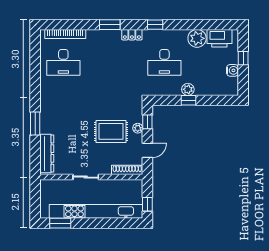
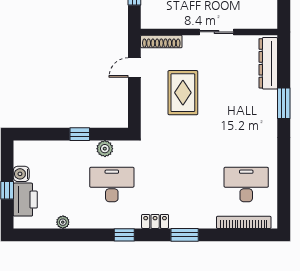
plant: (197, 38) -> (63, 222), width x0.53, depth x0.53
printer: (219, 38) -> (25, 200), moved, turned 90
plant: (188, 89) -> (105, 149), moved
window: (147, 122) -> (134, 105), removed
plant: (138, 128) -> (147, 97), removed
rug: (111, 131) -> (183, 93), turned 90

